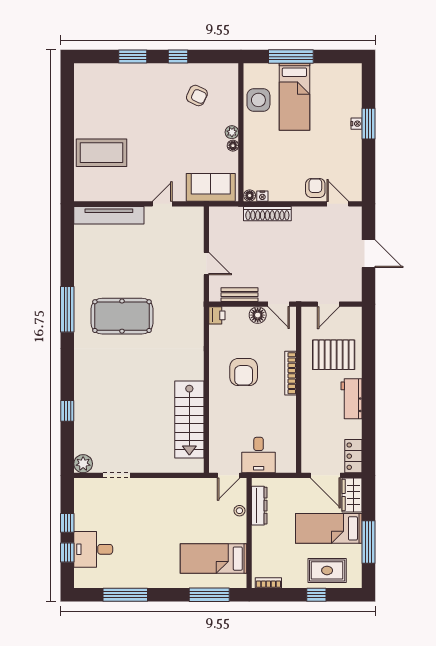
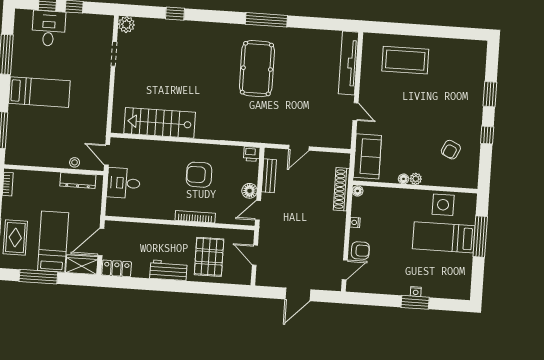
coffee table: (101, 153) -> (405, 60), turned 90
nightstand: (262, 196) -> (355, 222), moved
shoe rack: (267, 214) -> (341, 189), moved
bed: (214, 559) -> (39, 92), moved, turned 90

